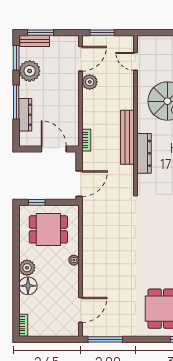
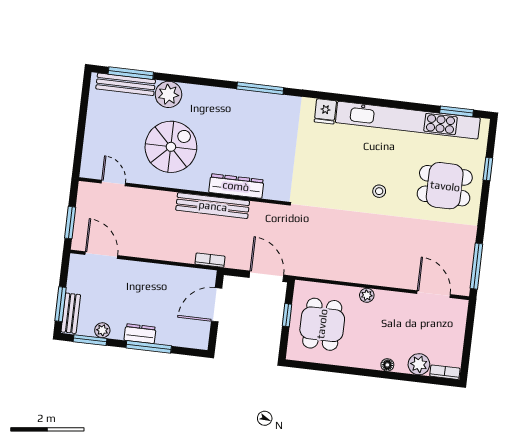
door: (135, 61) -> (113, 183), swing flipped
plant: (30, 71) -> (102, 330), width x0.53, depth x0.53
plant: (90, 82) -> (133, 247), removed
dresser: (25, 115) -> (140, 334), moved, width x0.70
window: (37, 202) -> (287, 315), moved
stool: (153, 260) -> (379, 191), added
plant: (27, 268) -> (419, 364), moved
floor lamp: (28, 286) -> (387, 365), width x0.53, depth x0.53

